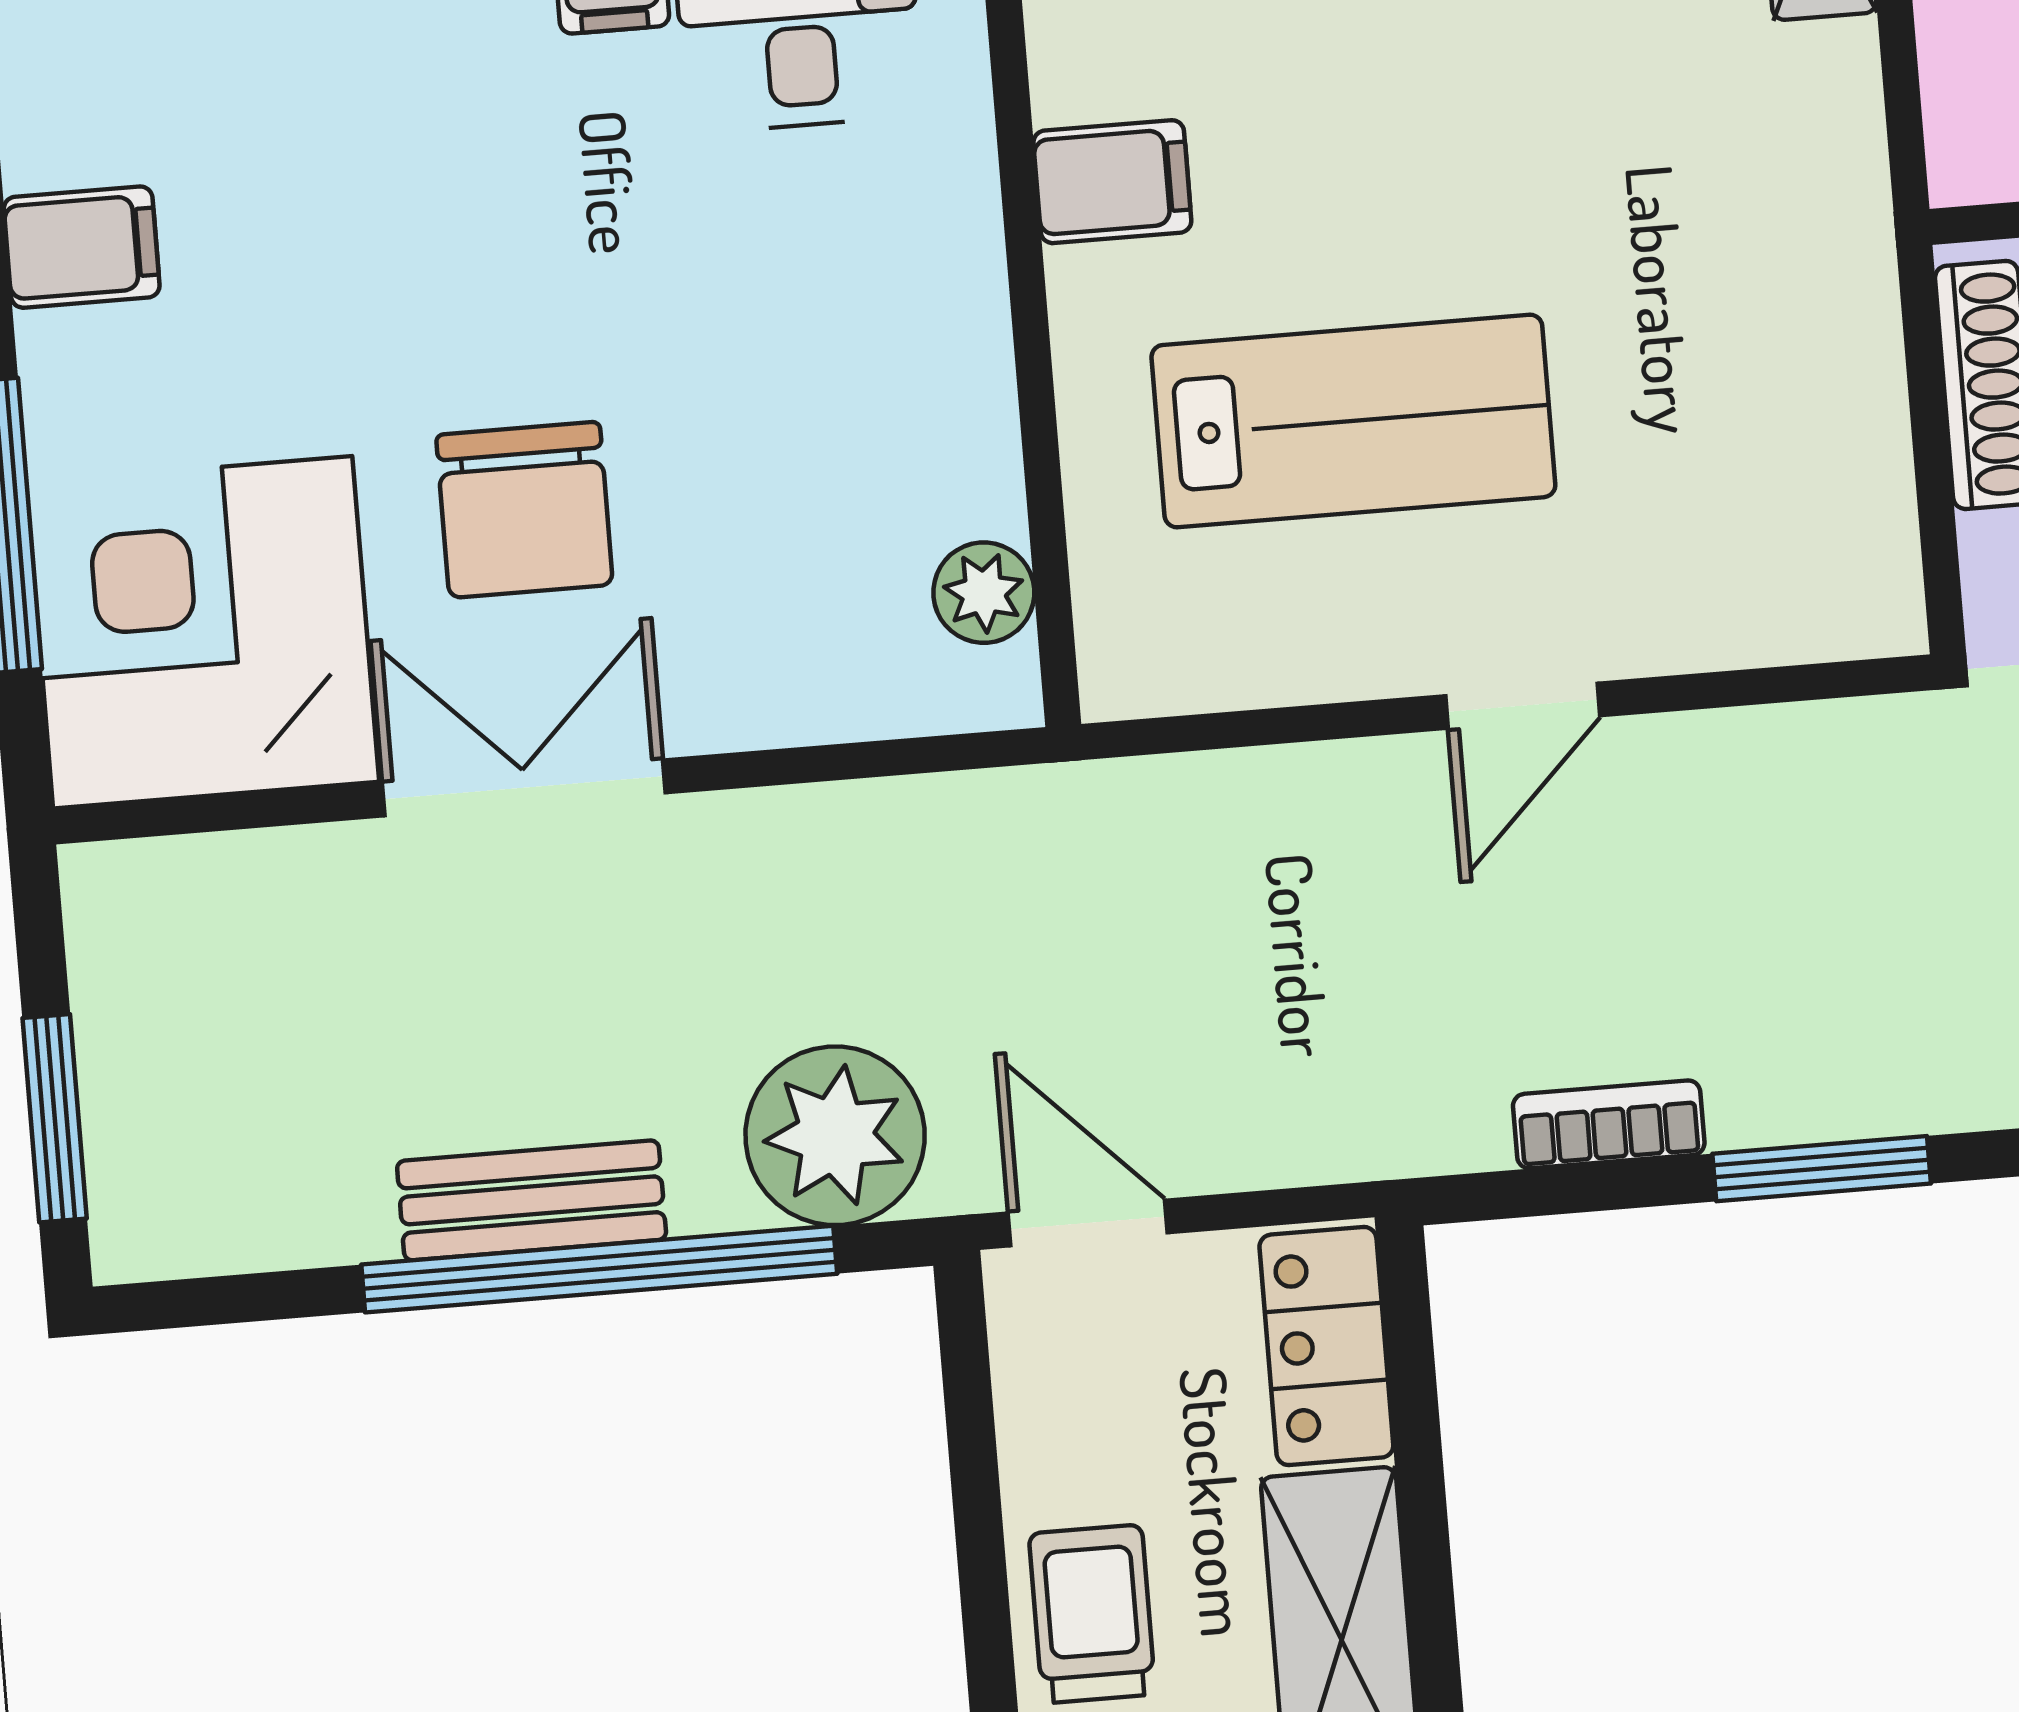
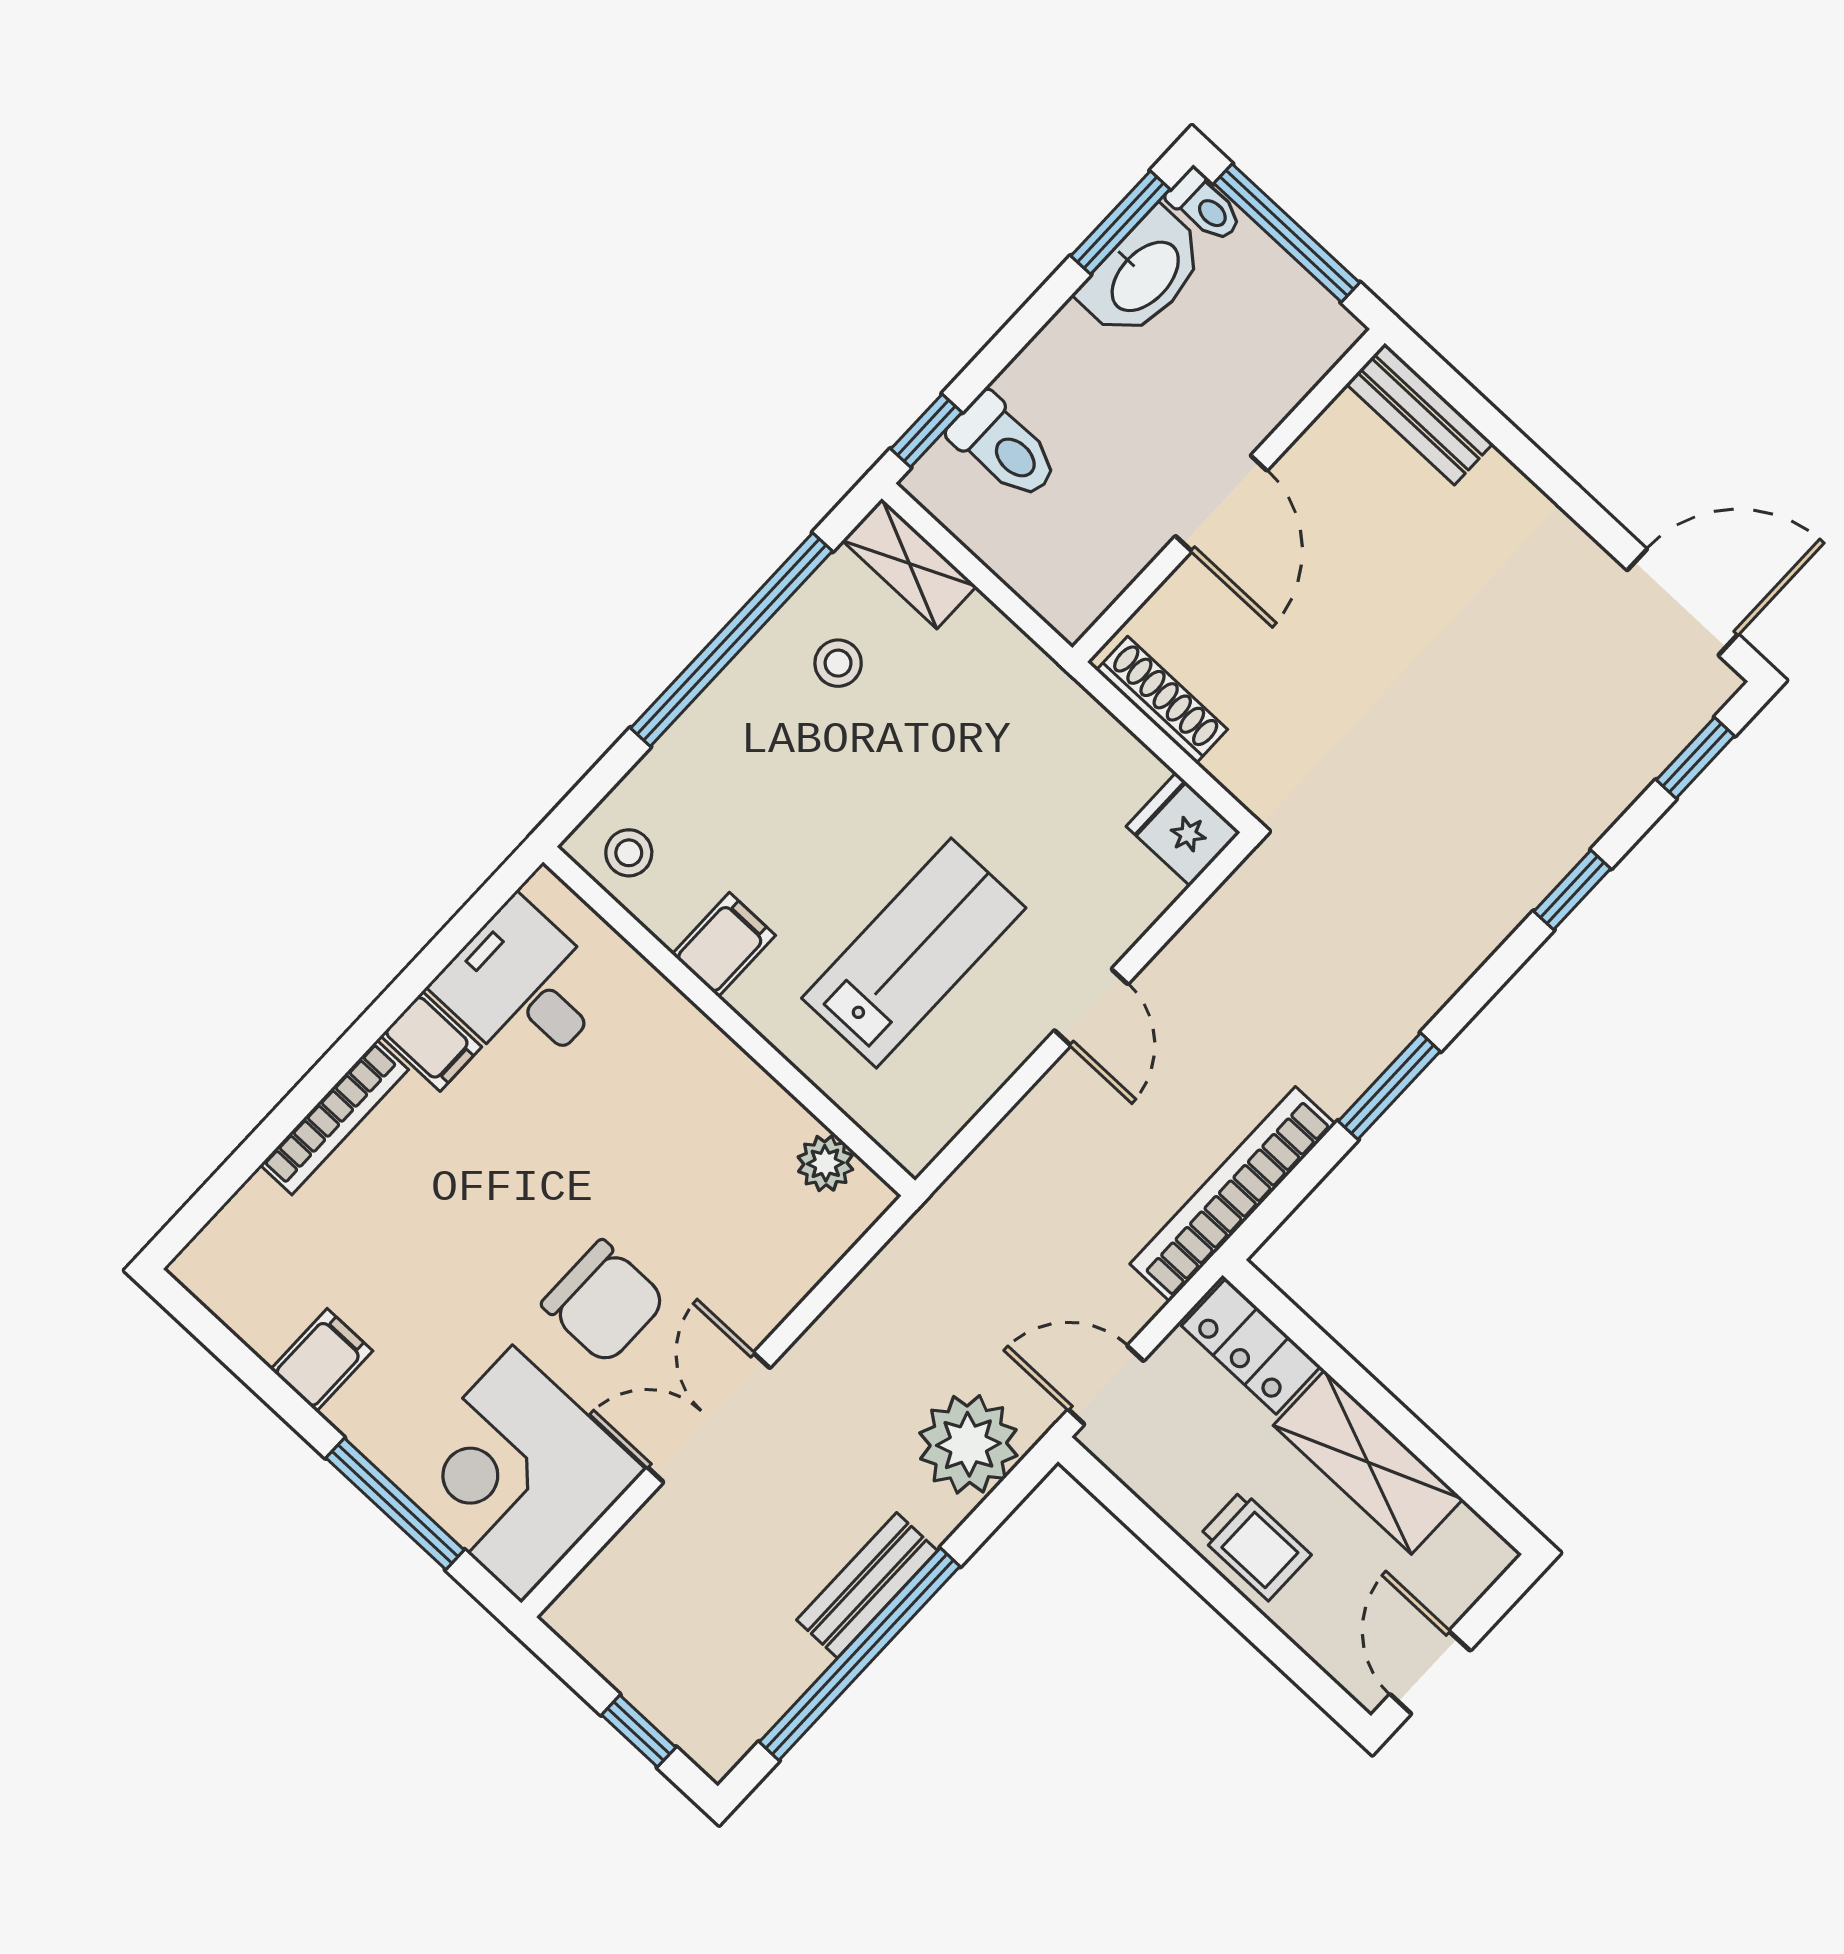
fridge: (1858, 582) -> (1183, 829), added
window: (55, 1118) -> (639, 1731), width x0.67
bookcase: (1609, 1124) -> (1233, 1194), width x2.31, depth x1.31
window: (599, 1269) -> (860, 1654), moved
trolley: (1092, 1614) -> (1255, 1545), turned 180

